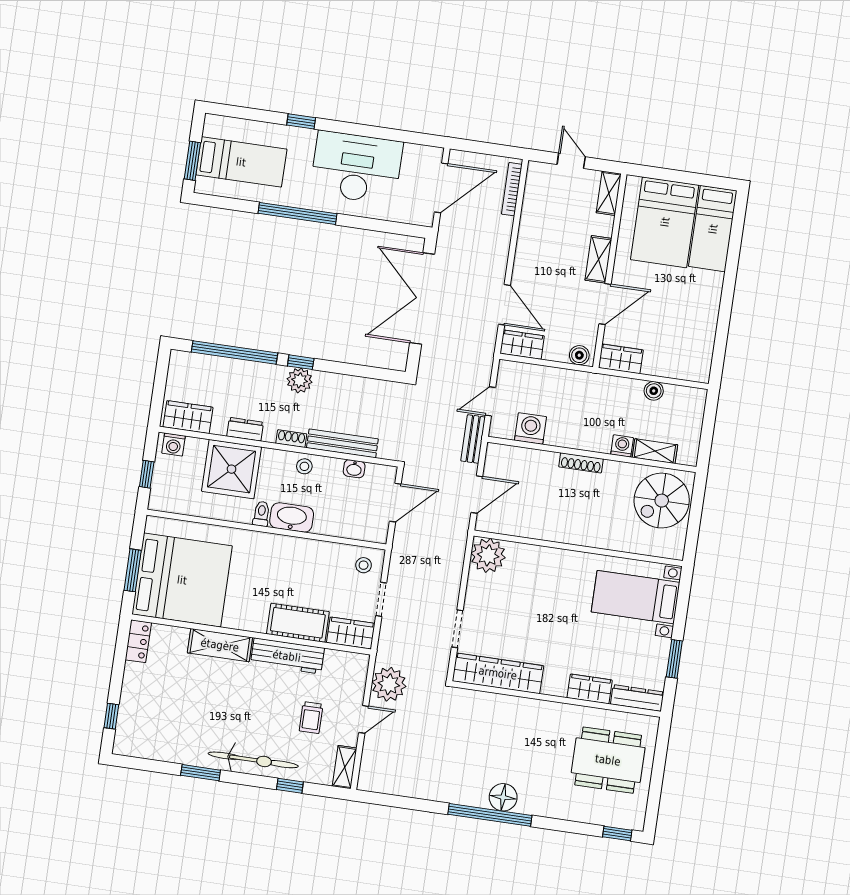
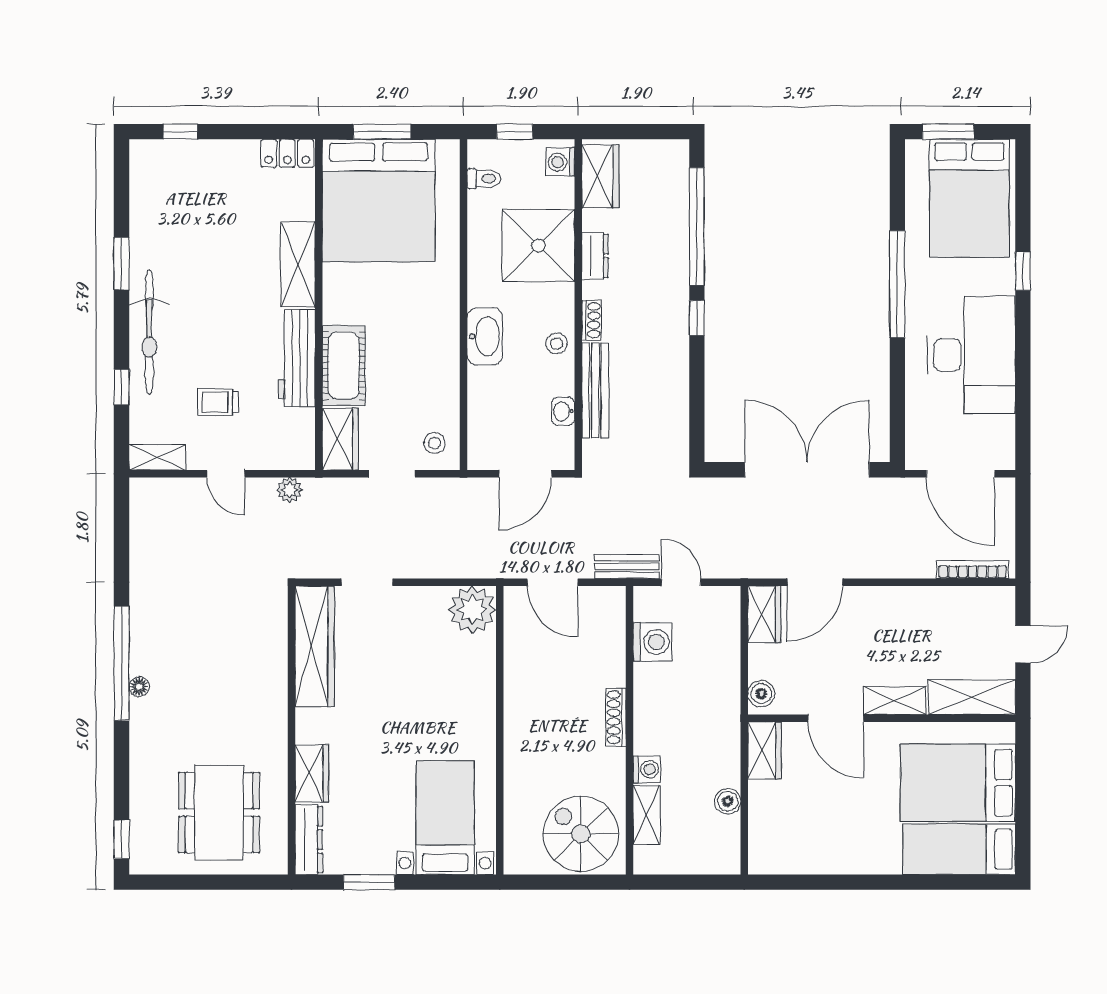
bed: (241, 162) -> (969, 198), width x1.50
shelving: (609, 193) -> (972, 697), width x1.50, depth x1.33
plant: (300, 380) -> (672, 320), removed
door: (395, 503) -> (525, 474), hinge flipped
toilet: (261, 514) -> (484, 179), moved
plant: (389, 684) -> (290, 490), width x0.53, depth x0.53
floor lamp: (503, 797) -> (139, 687), width x0.53, depth x0.53

